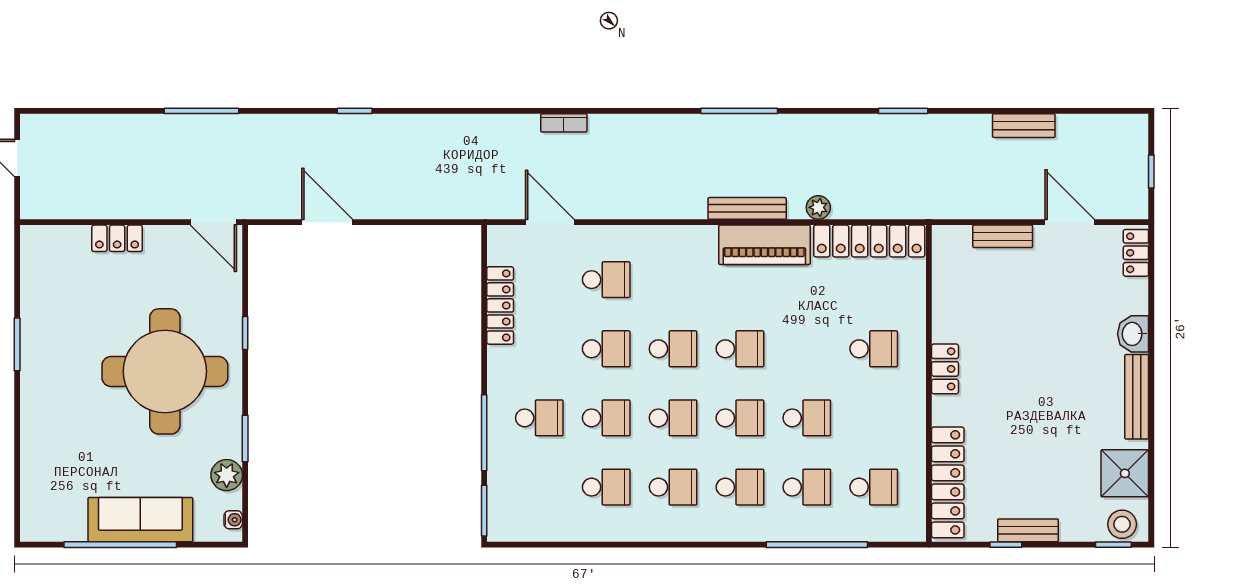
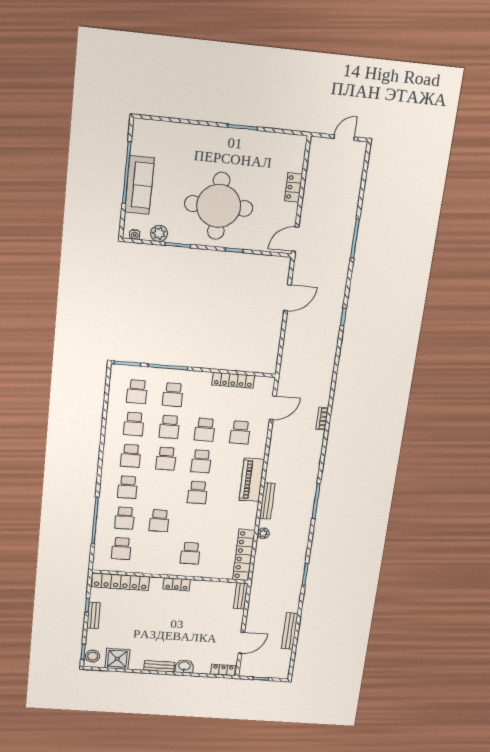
bench: (1024, 126) -> (290, 631), width x1.36
bench: (1003, 236) -> (241, 596), moved
piano: (764, 245) -> (252, 480), moved
bench: (1137, 397) -> (159, 666), width x0.73
school desk: (740, 418) -> (137, 392), moved

